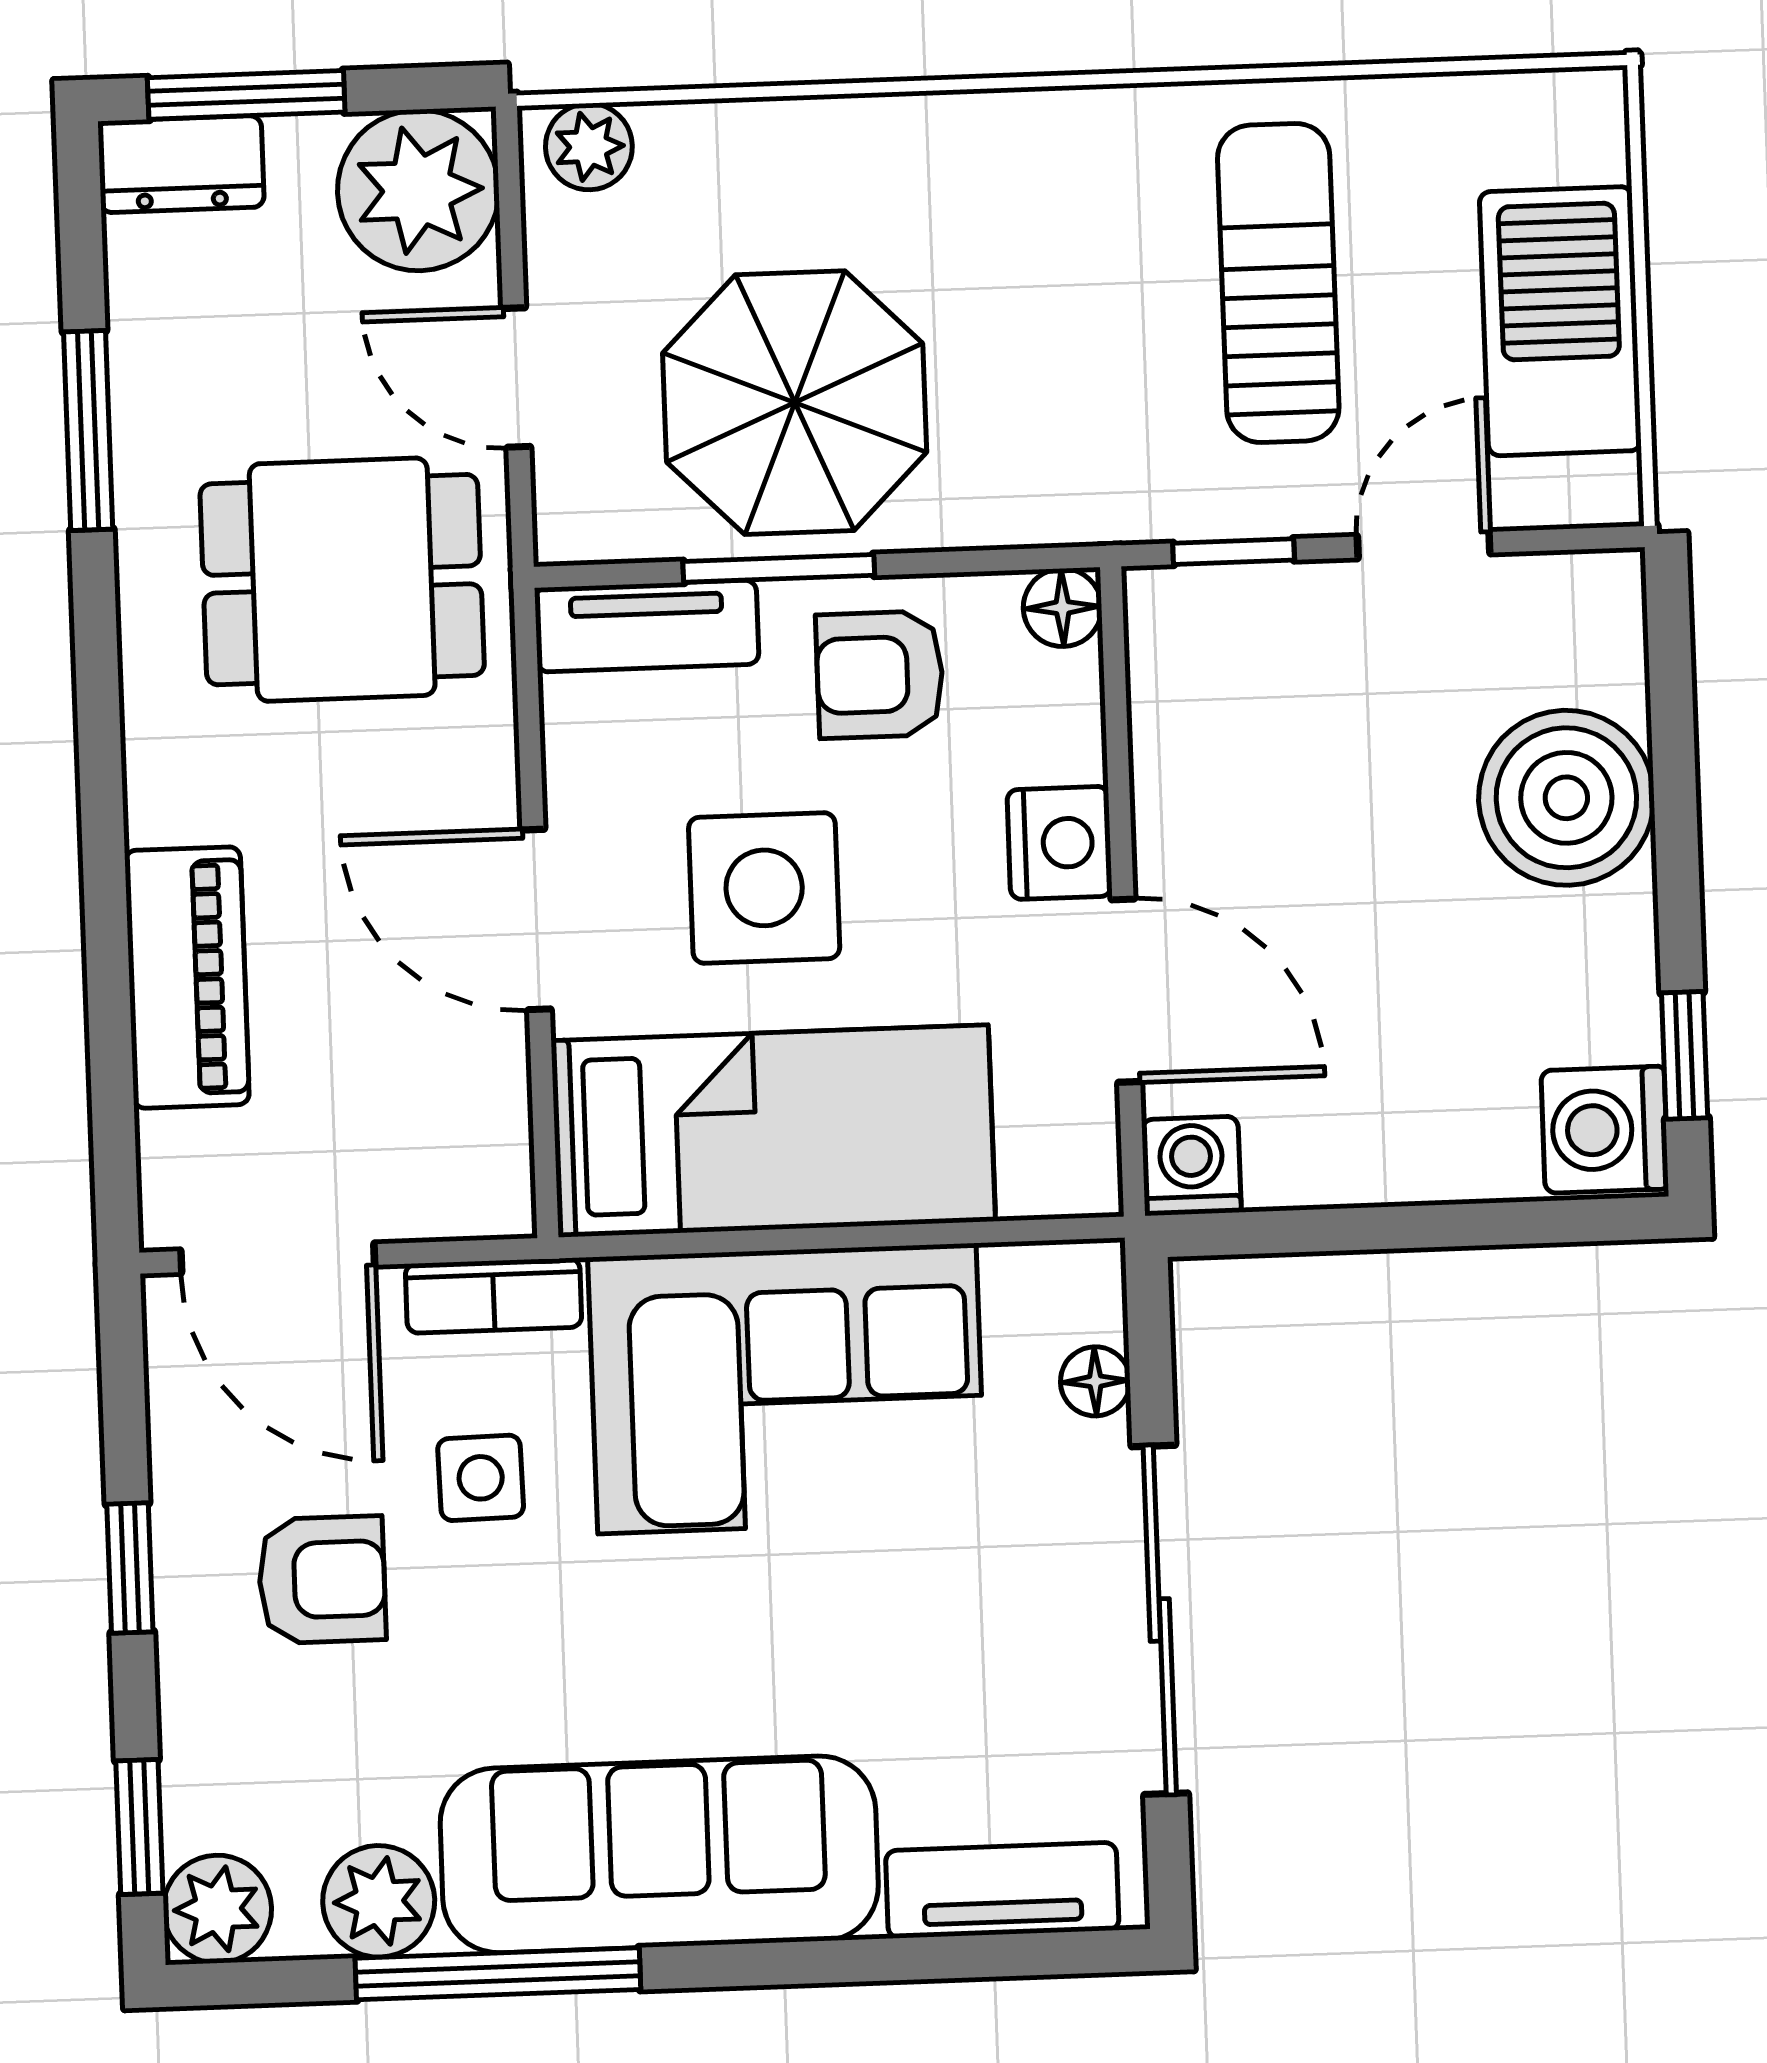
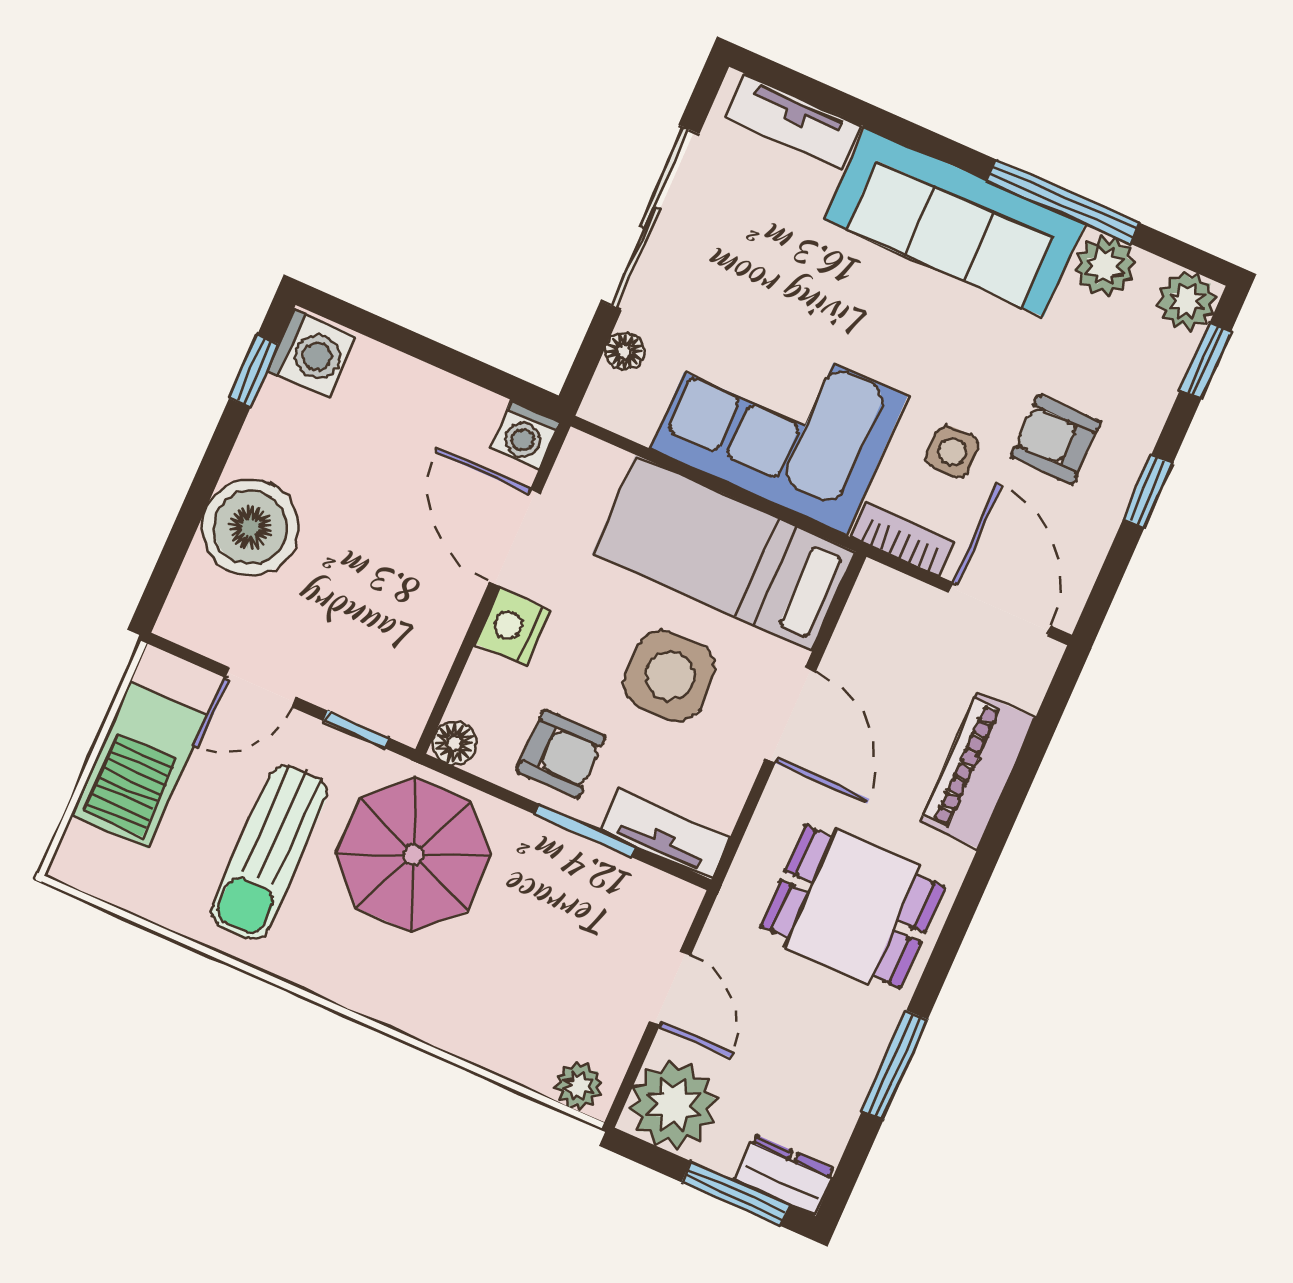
parasol: (795, 403) -> (413, 855), moved
dining table: (342, 580) -> (852, 907), moved

